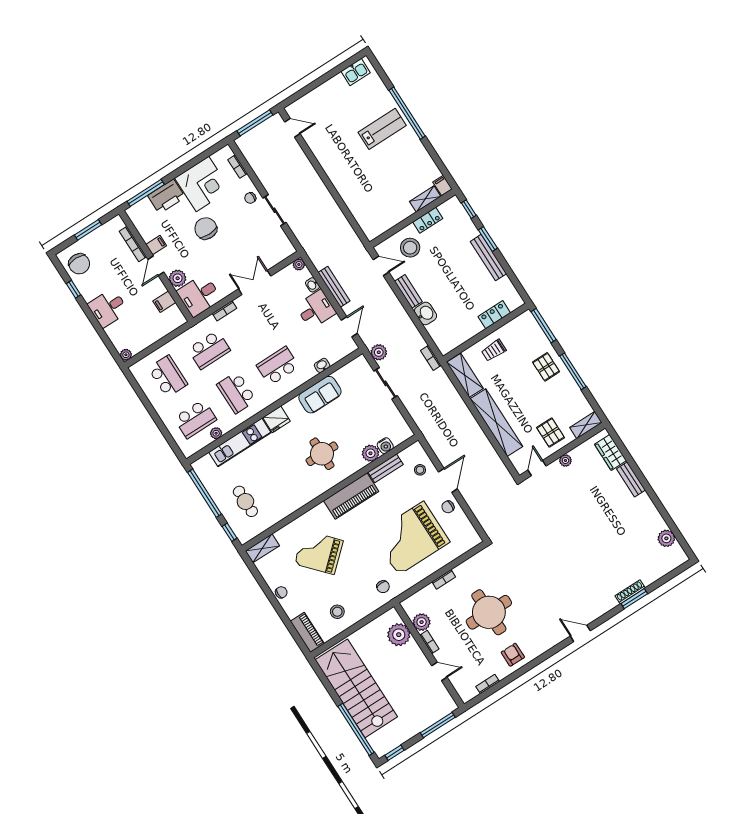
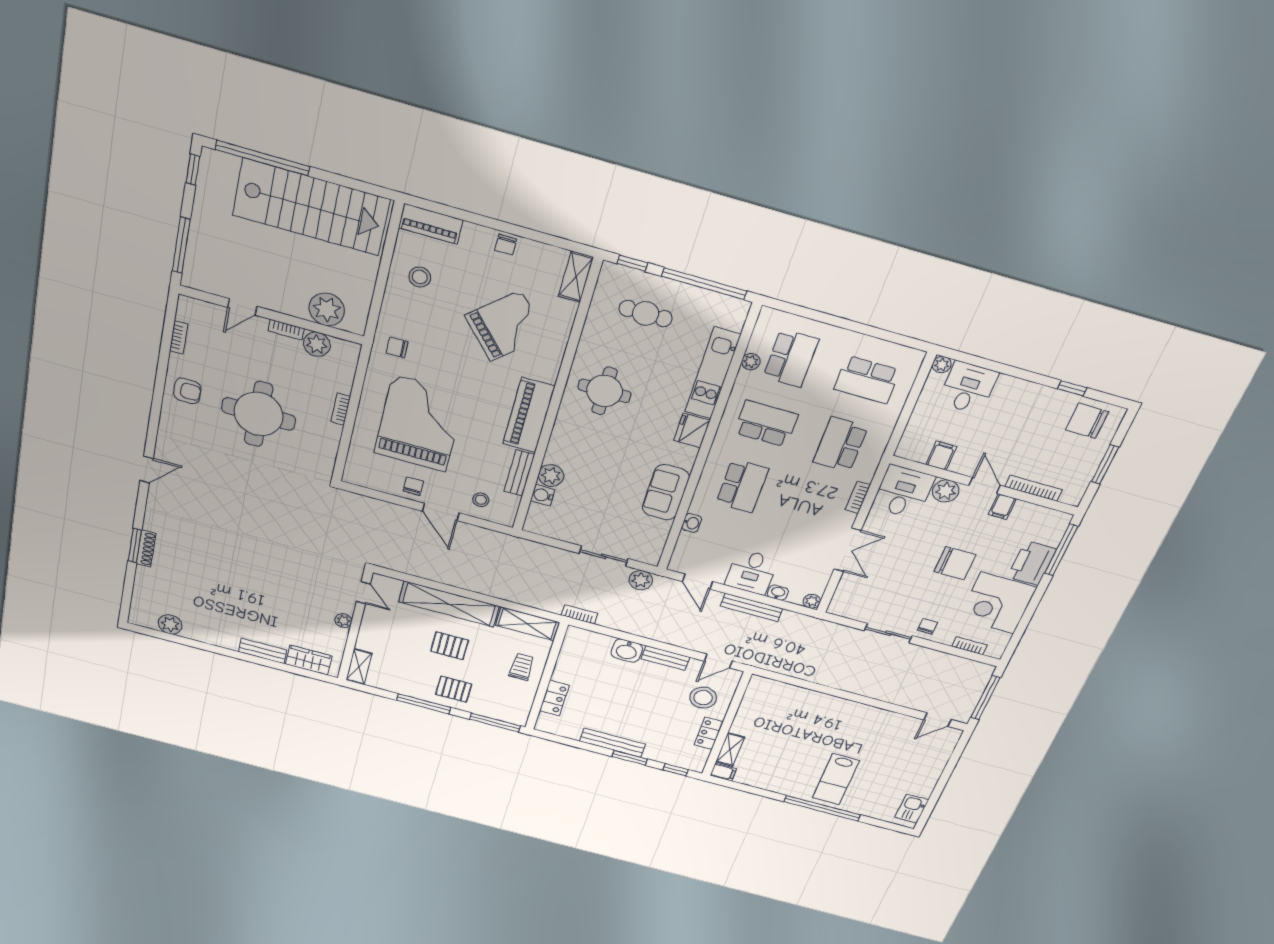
desk: (108, 308) -> (968, 388), moved
school desk: (195, 419) -> (791, 358), turned 180
pallet: (551, 433) -> (450, 646), moved
round table: (322, 454) -> (605, 391), moved

